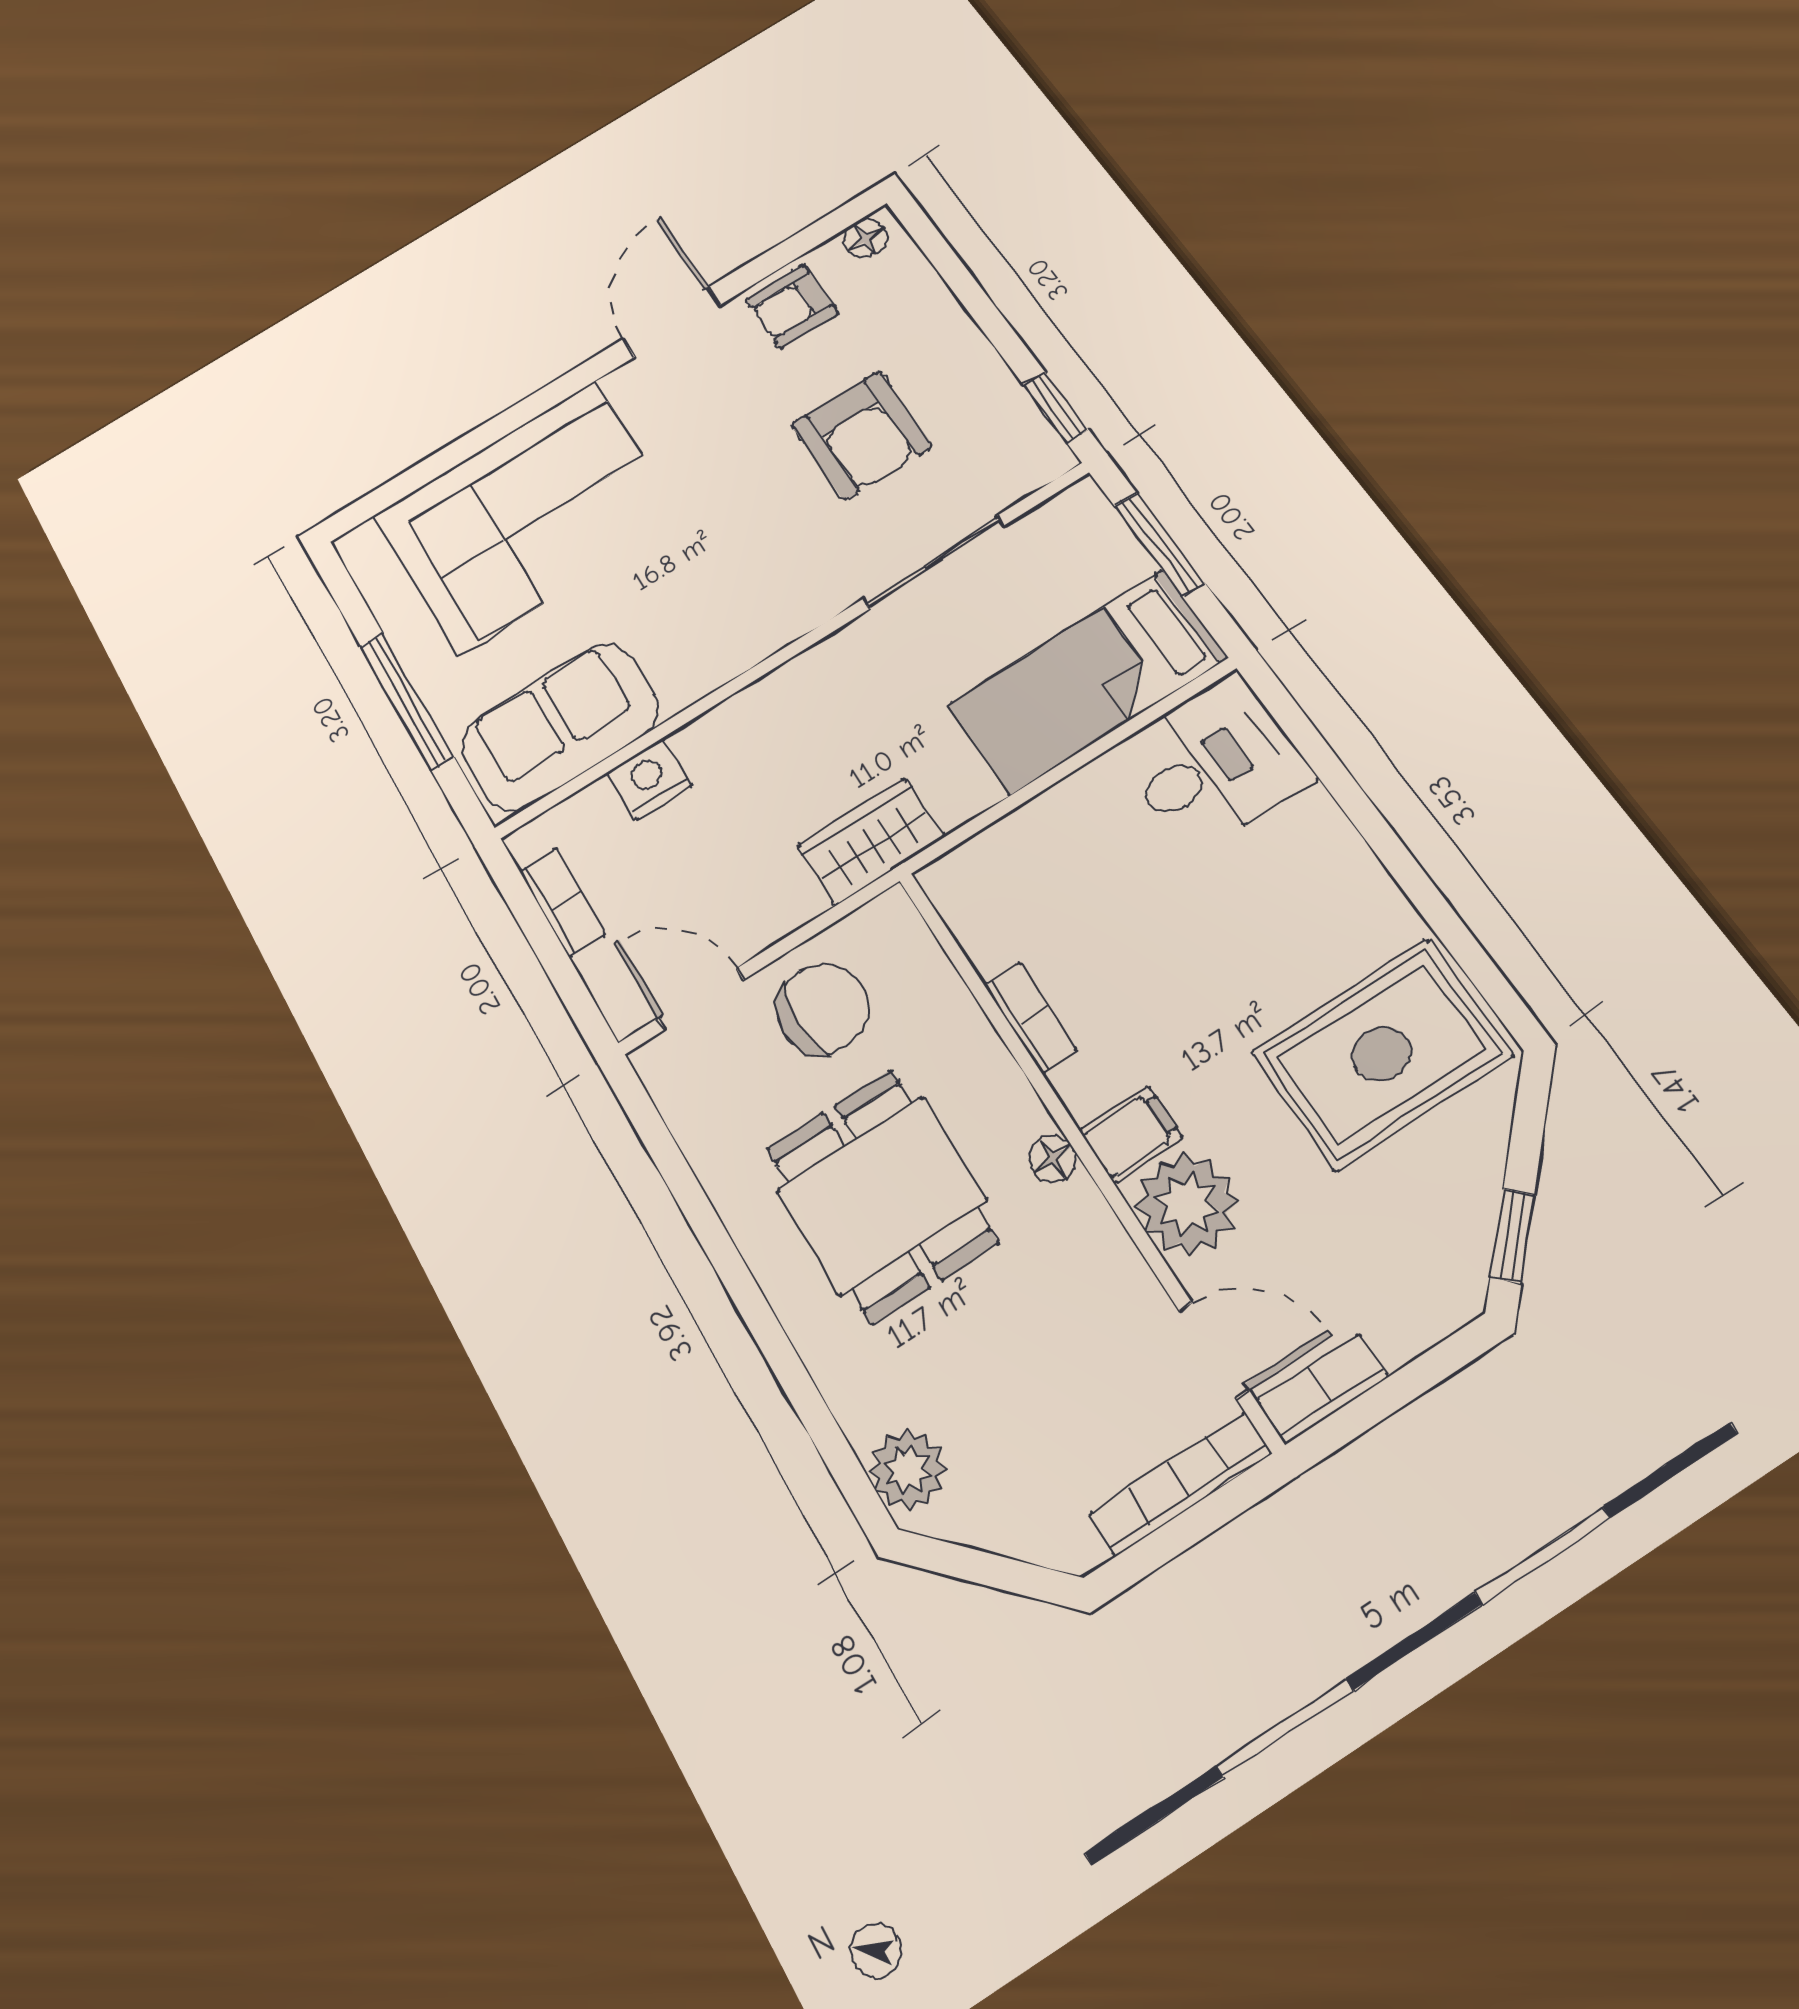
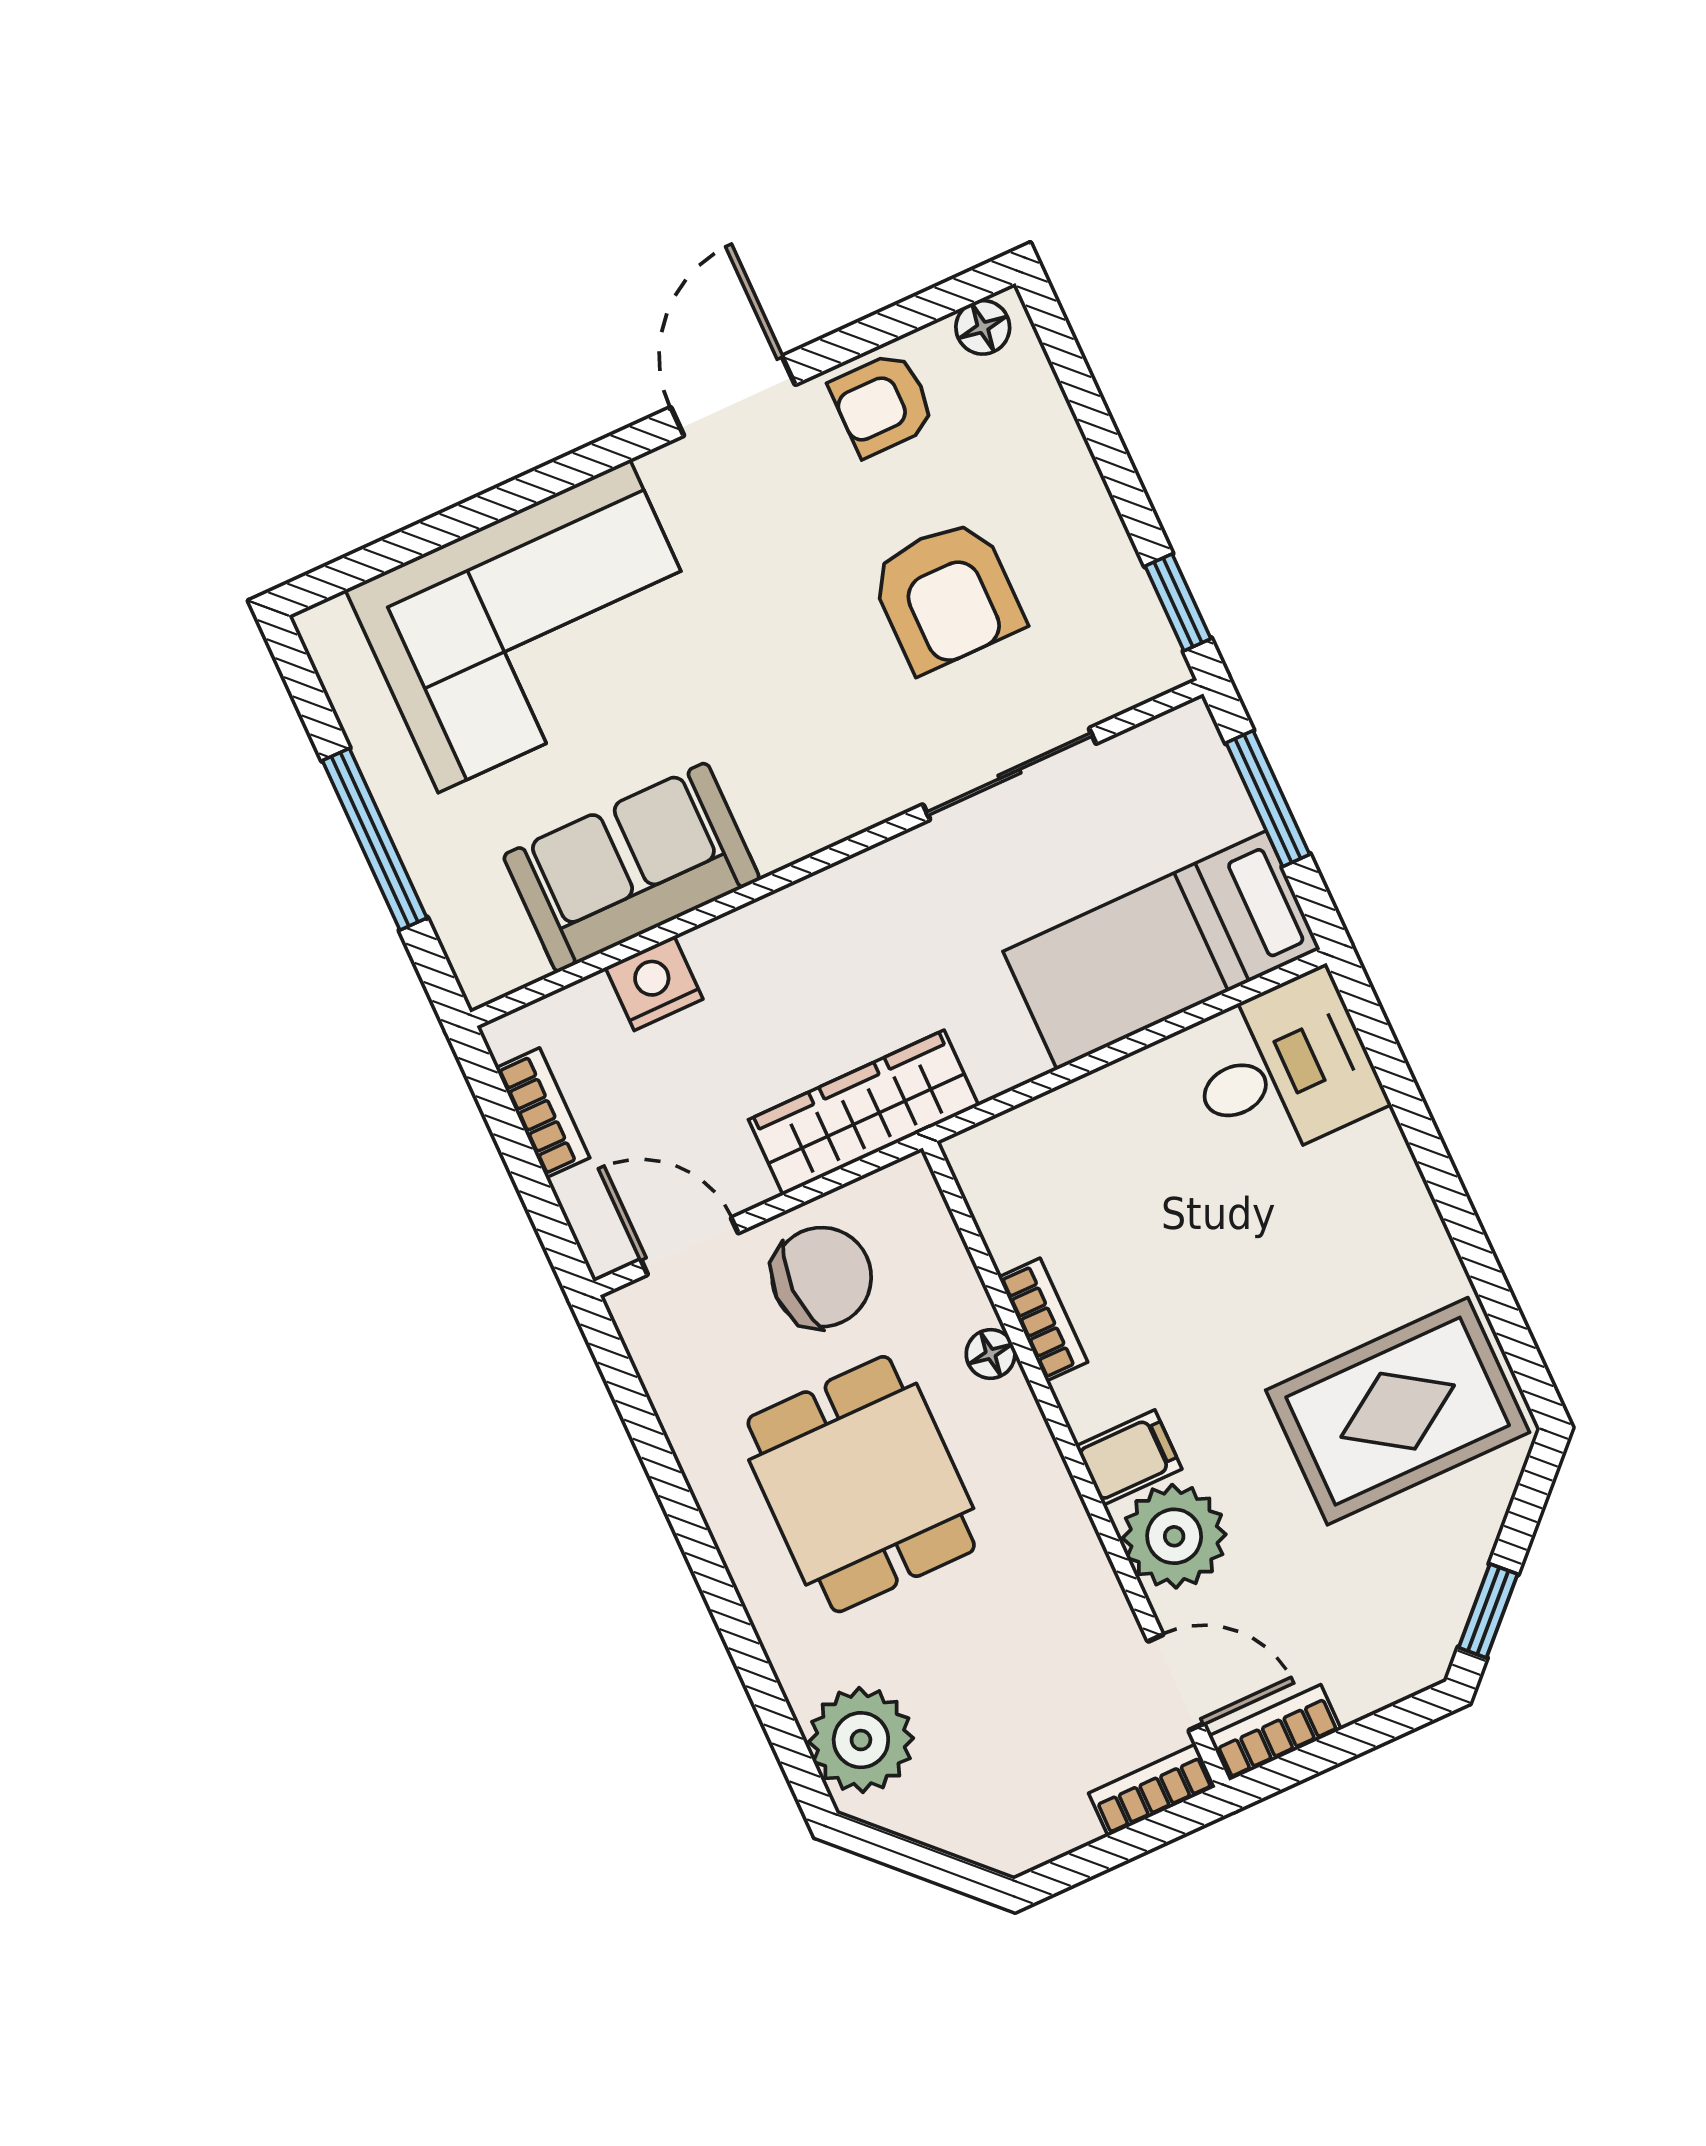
sofa: (560, 727) -> (632, 867), moved
wardrobe: (871, 842) -> (864, 1113), width x1.50
floor lamp: (1053, 1159) -> (991, 1354), moved
plant: (908, 1470) -> (861, 1740), width x1.36, depth x1.36
bookcase: (1180, 1484) -> (1152, 1790), width x0.64

